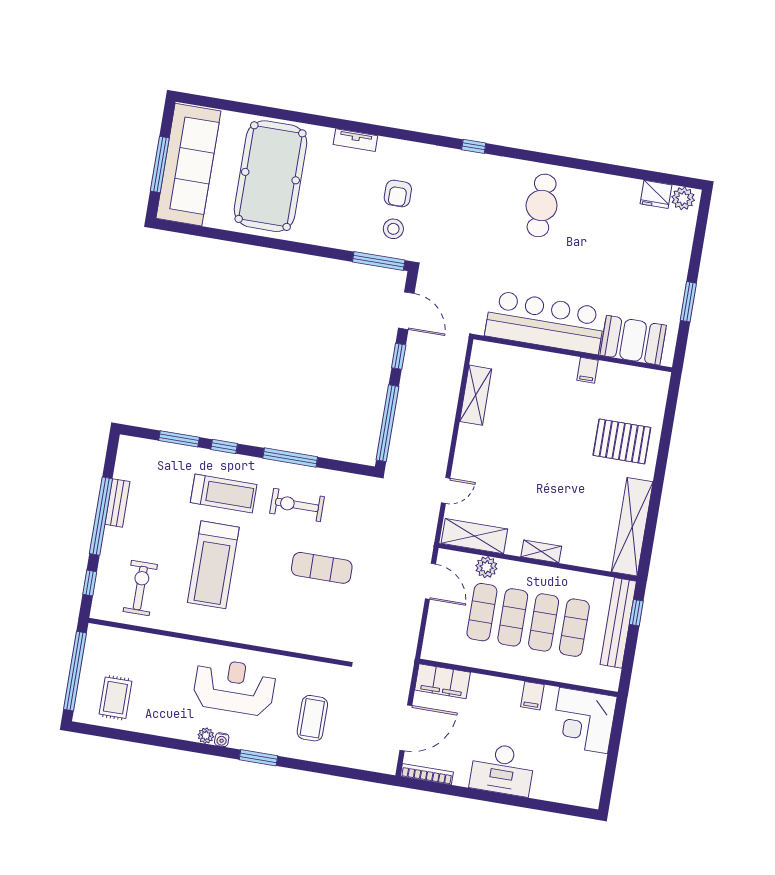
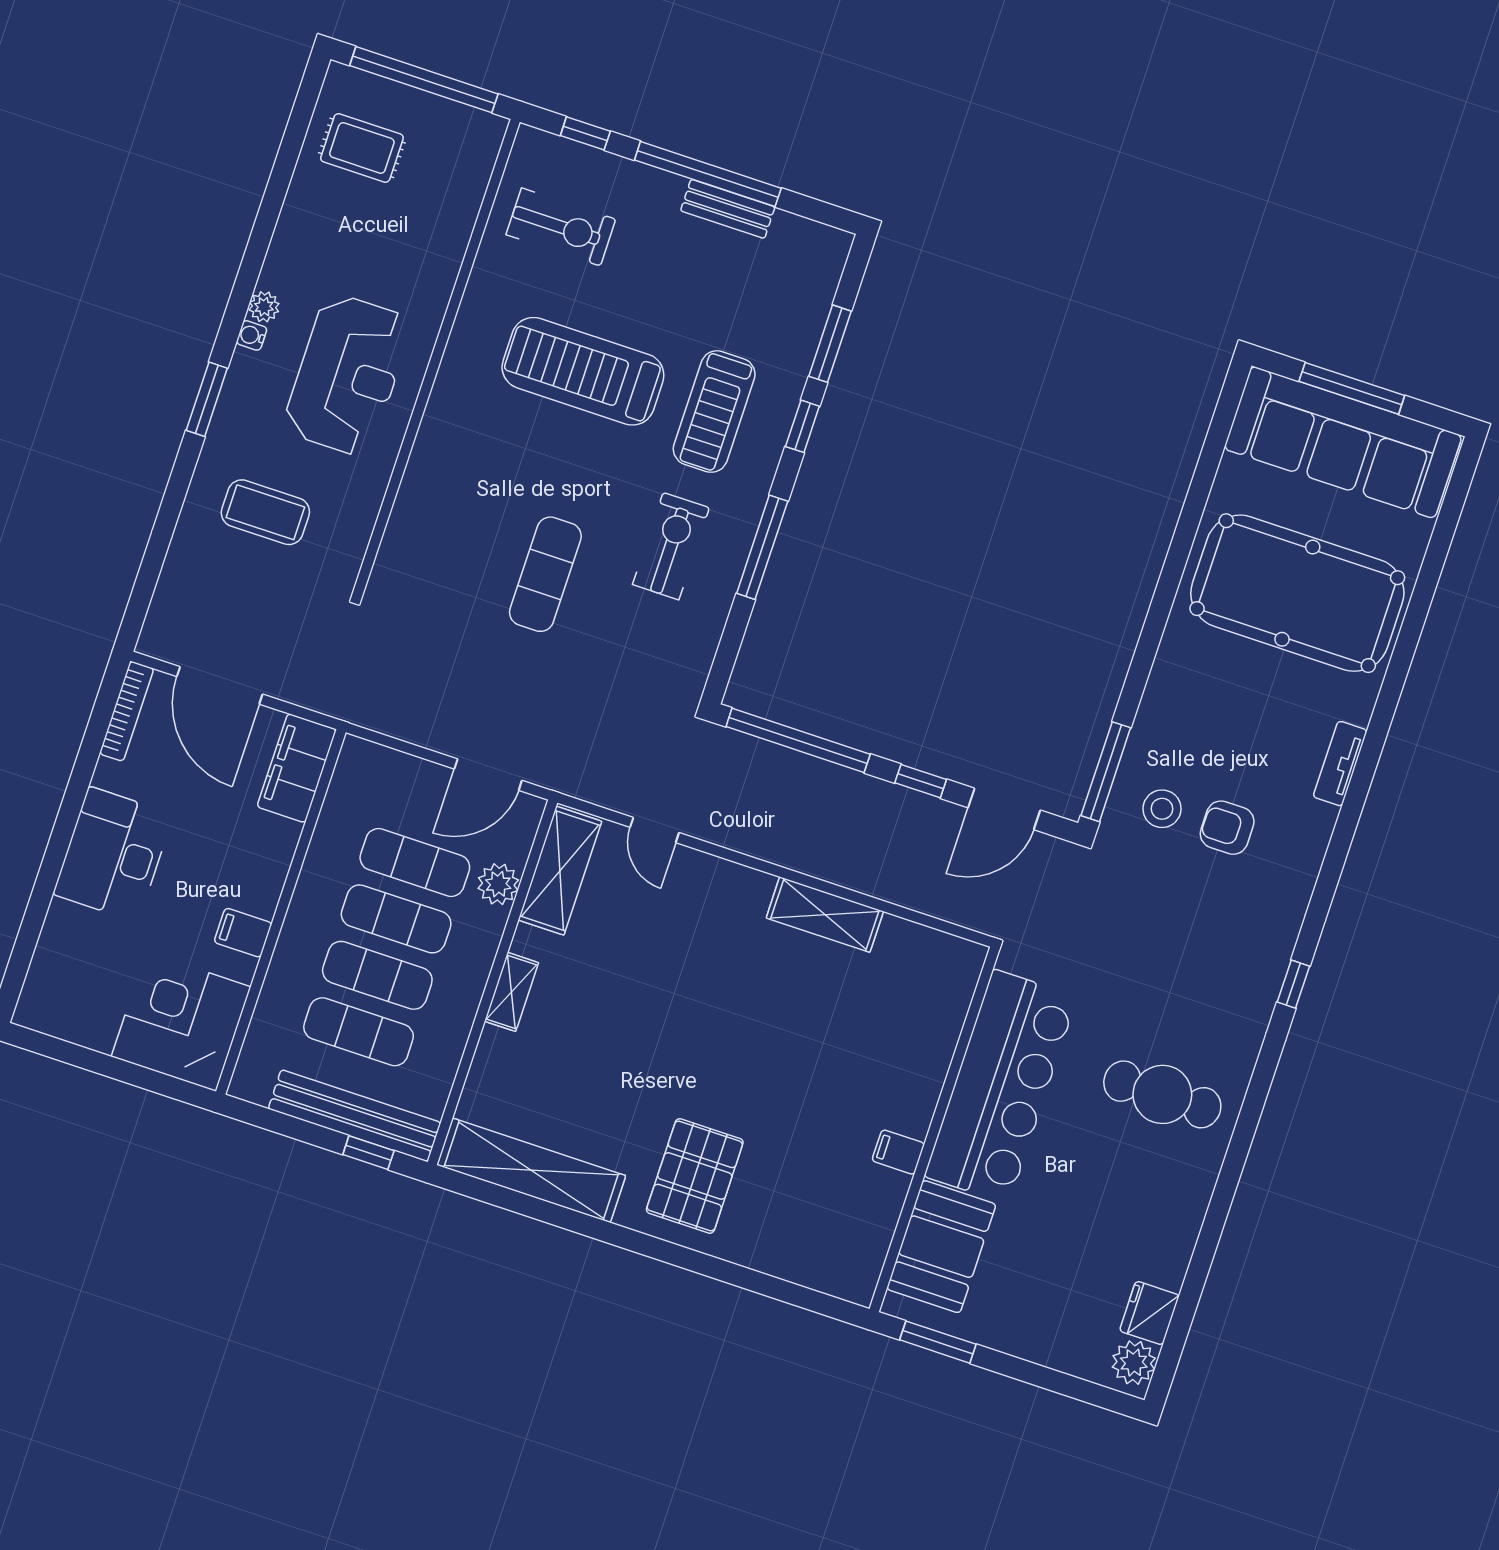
bar counter: (545, 322) -> (1001, 1087), moved
booth: (633, 340) -> (941, 1247), moved
wall: (573, 353) -> (934, 1129), moved
filing cabinet: (588, 370) -> (898, 1152), moved

